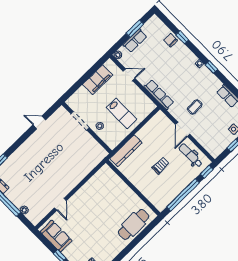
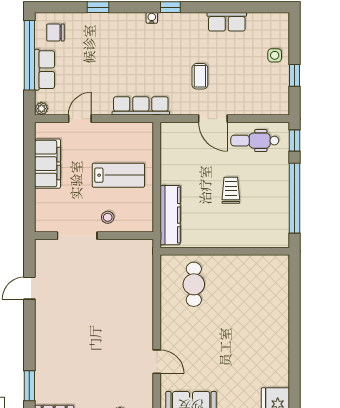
window: (135, 29) -> (29, 55), width x2.11
chair: (171, 40) -> (55, 32), moved
cafe table: (134, 224) -> (194, 284), moved, width x0.73, depth x0.74

